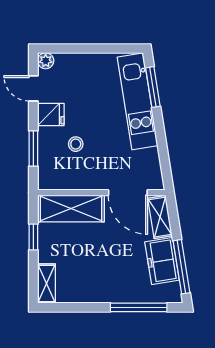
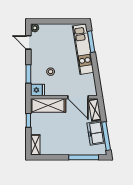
fridge: (51, 114) -> (38, 90), moved

